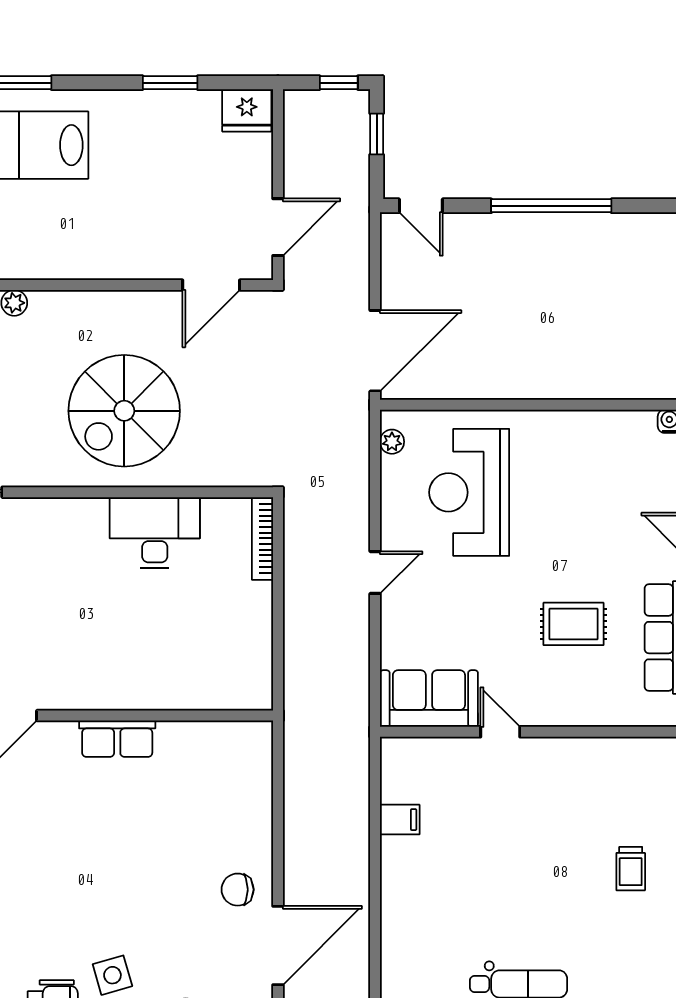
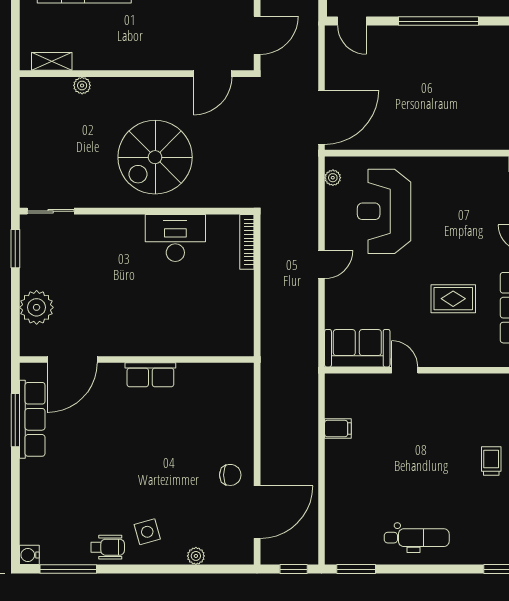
trolley: (631, 869) -> (491, 461), turned 180
chair: (238, 890) -> (230, 475), turned 180

